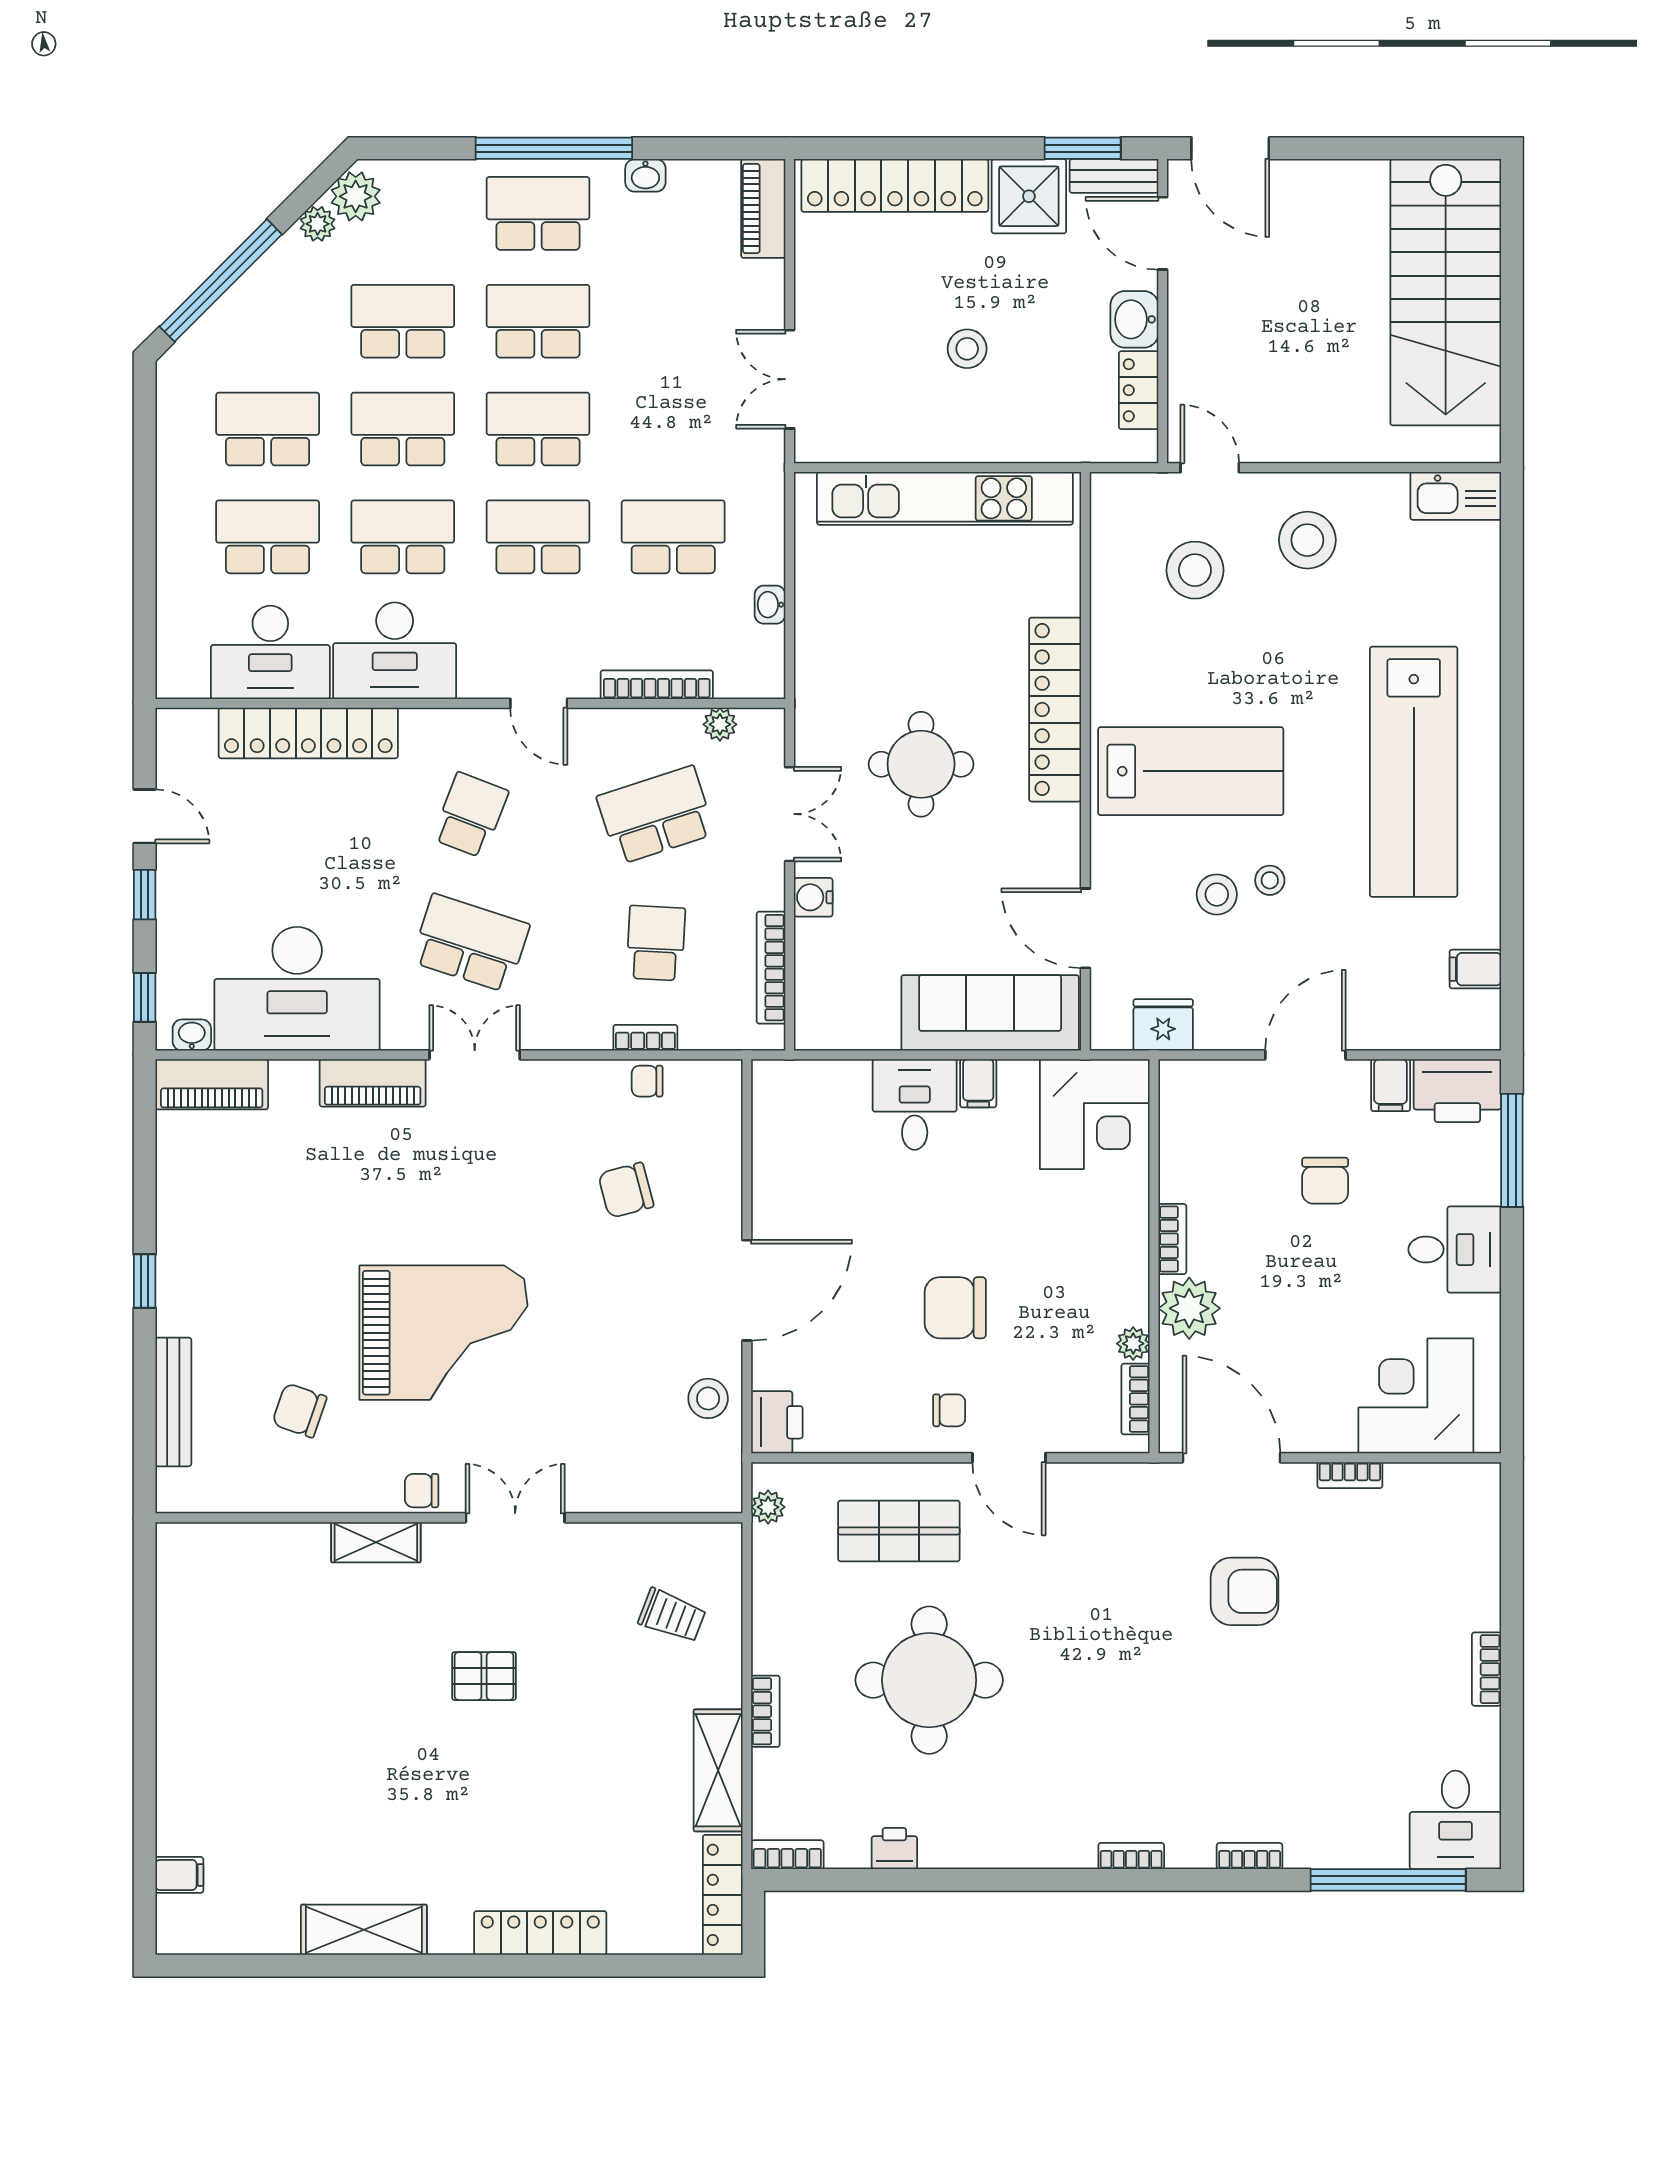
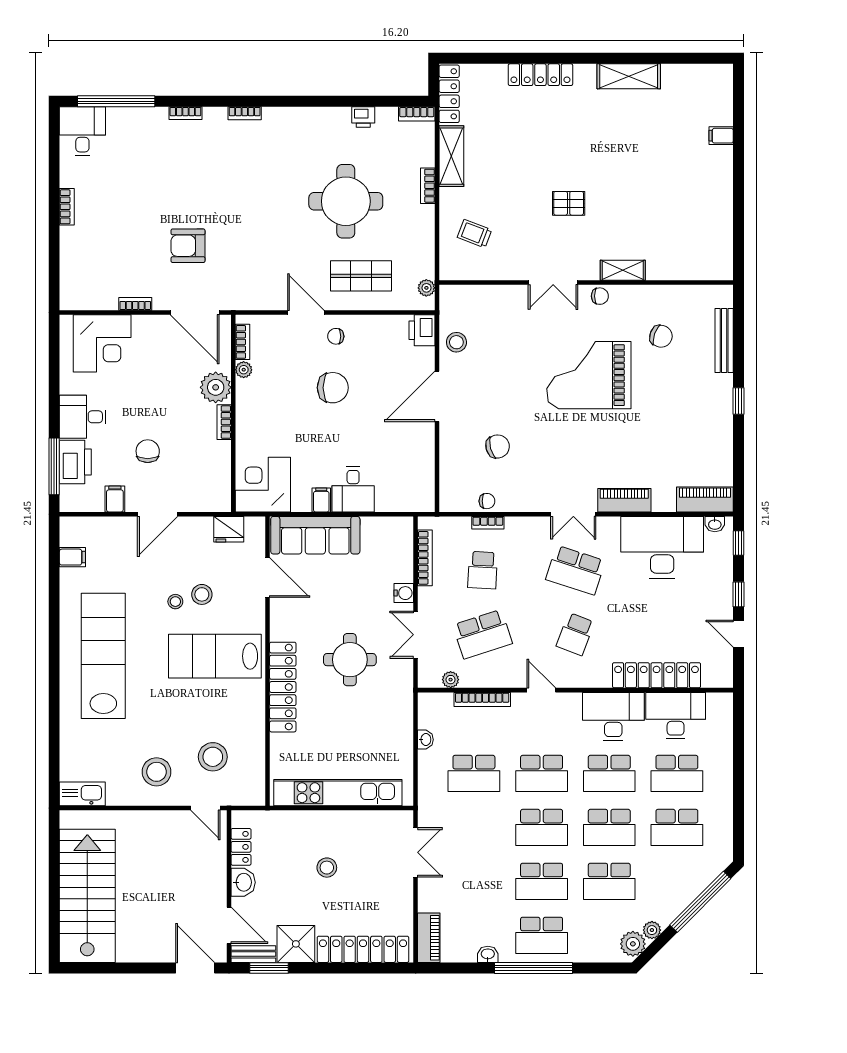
printer: (1457, 1091) -> (75, 462), moved, turned 90
filing cabinet: (179, 1875) -> (721, 136), moved

